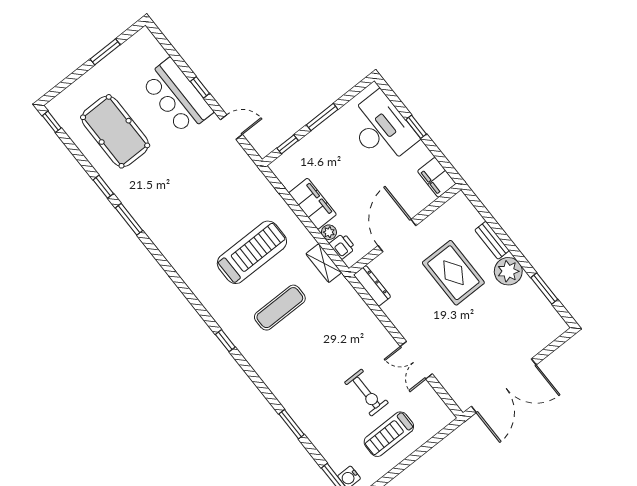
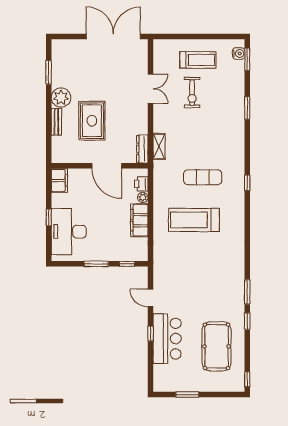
door: (397, 236) -> (107, 166), hinge flipped
shelving: (324, 263) -> (159, 146), moved
exercise bike: (366, 393) -> (192, 93), turned 180

